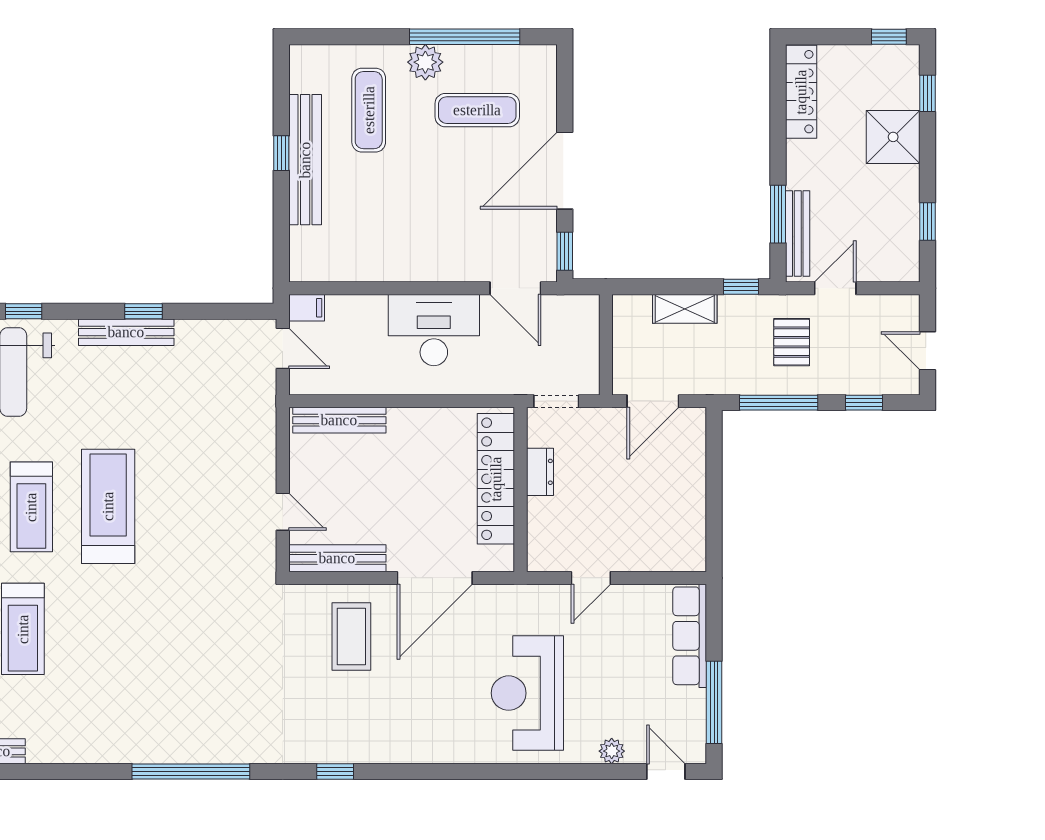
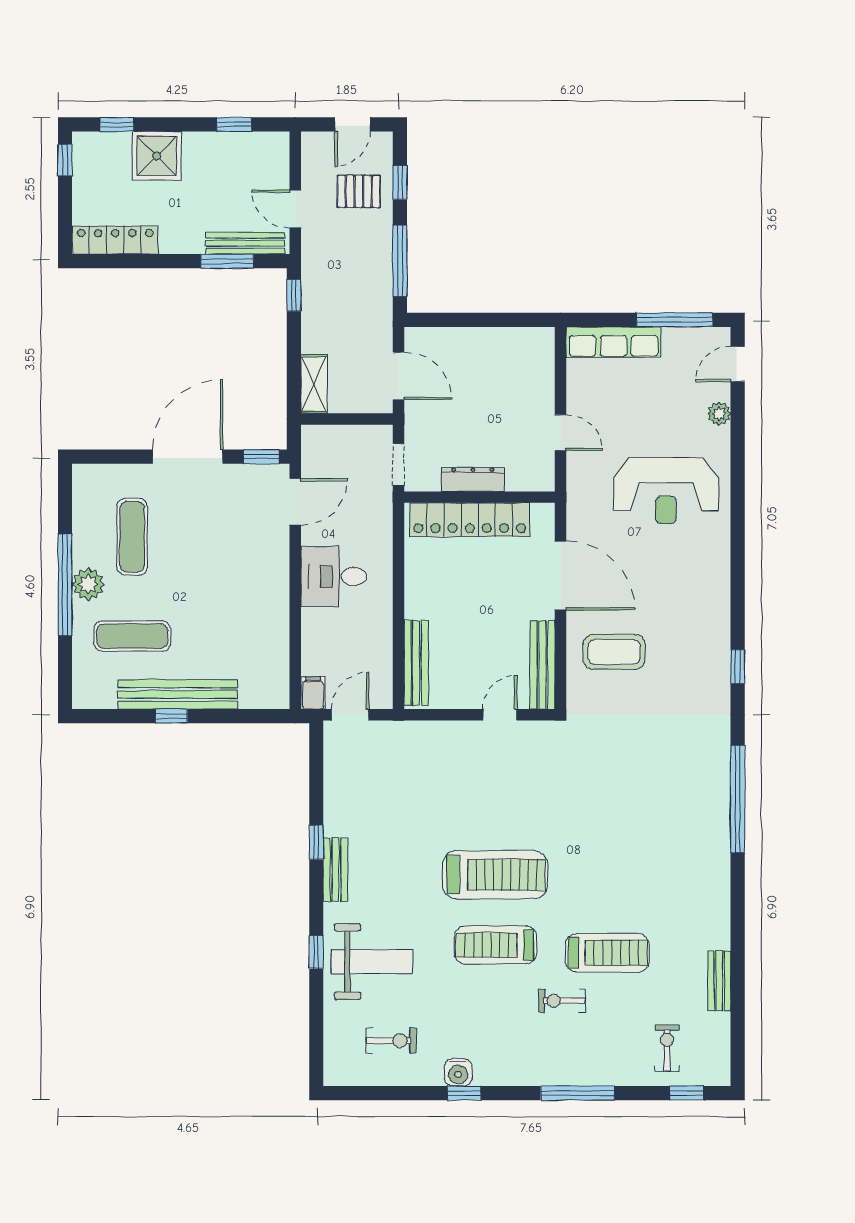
window: (465, 37) -> (65, 585), moved
door: (565, 171) -> (188, 457), swing flipped
shelving: (685, 309) -> (314, 384), moved
desk: (434, 330) -> (334, 576), width x0.73
bench: (126, 332) -> (335, 870), width x0.73
pallet: (792, 342) -> (359, 191), moved
dresser: (540, 472) -> (473, 479), width x1.44
treadmill: (108, 506) -> (495, 875), turned 180
treadmill: (31, 507) -> (496, 945), turned 180

